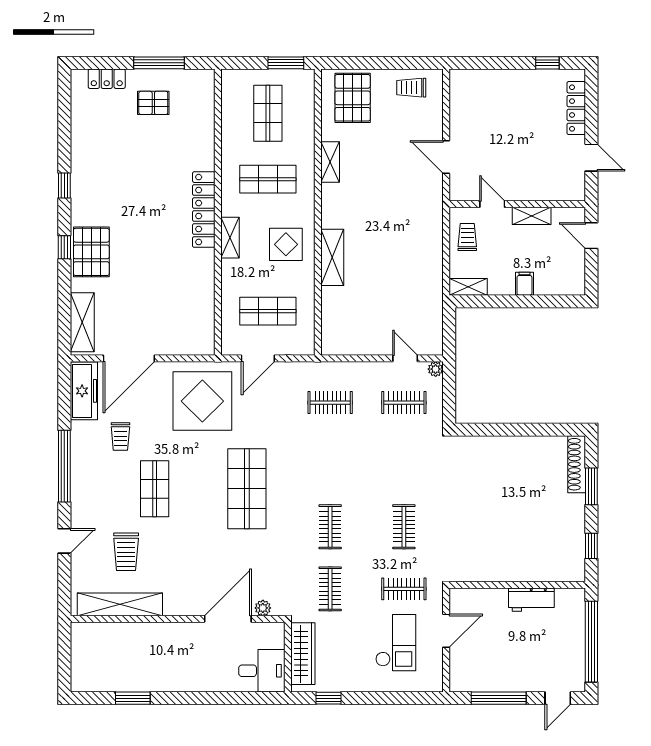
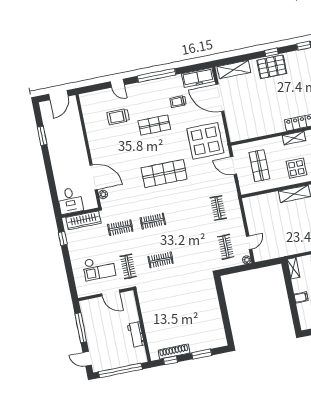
shoe rack: (577, 464) -> (174, 352), moved
shelving: (120, 604) -> (90, 119), removed
door: (64, 653) -> (58, 95), added

